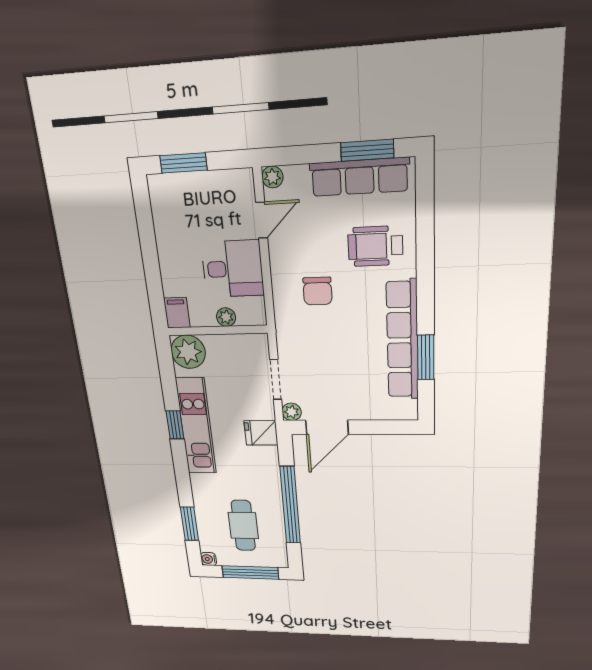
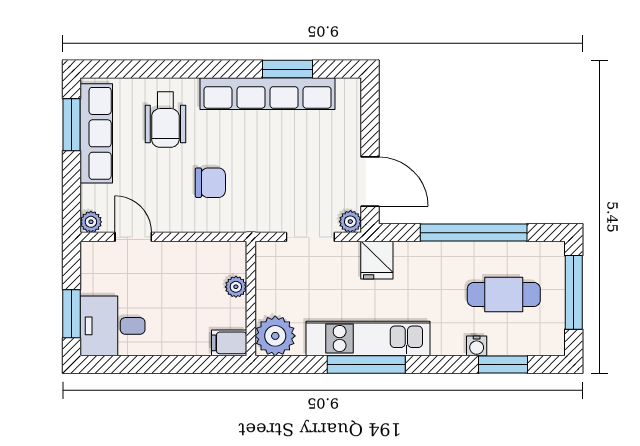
desk: (233, 269) -> (113, 326), moved, turned -90
window: (175, 425) -> (366, 365), width x2.17
water cooler: (208, 559) -> (477, 346), moved

